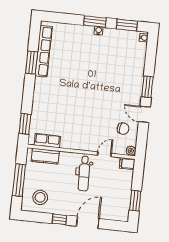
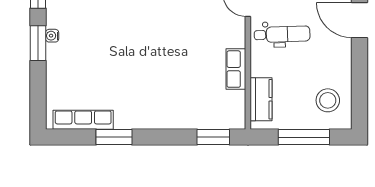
row of seats: (44, 51) -> (83, 120), width x0.73
row of seats: (47, 141) -> (236, 69), moved
window: (59, 219) -> (359, 66), removed

